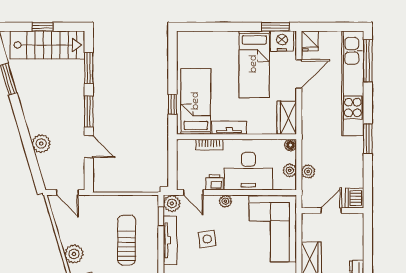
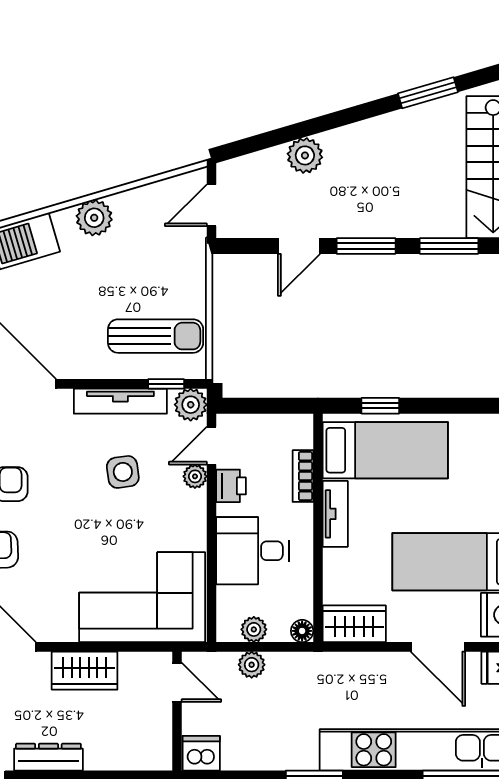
desk: (248, 171) -> (252, 551), width x0.73
plant: (225, 201) -> (195, 476), moved
door: (331, 211) -> (177, 682), moved
sun lounger: (127, 240) -> (156, 336), moved

